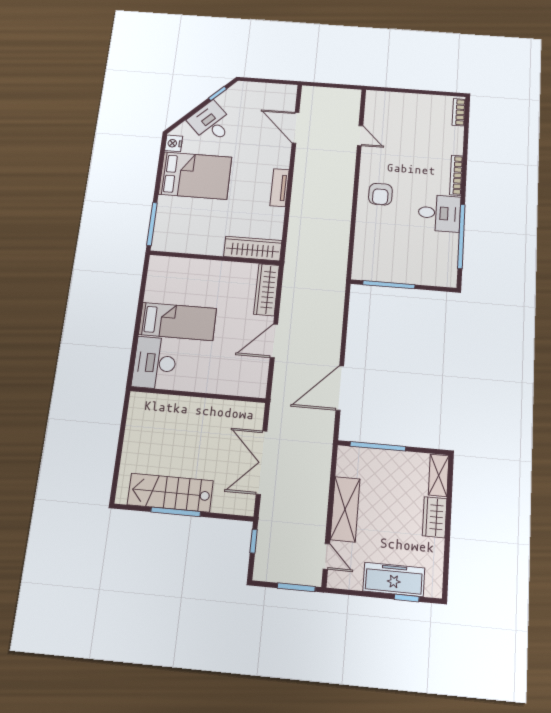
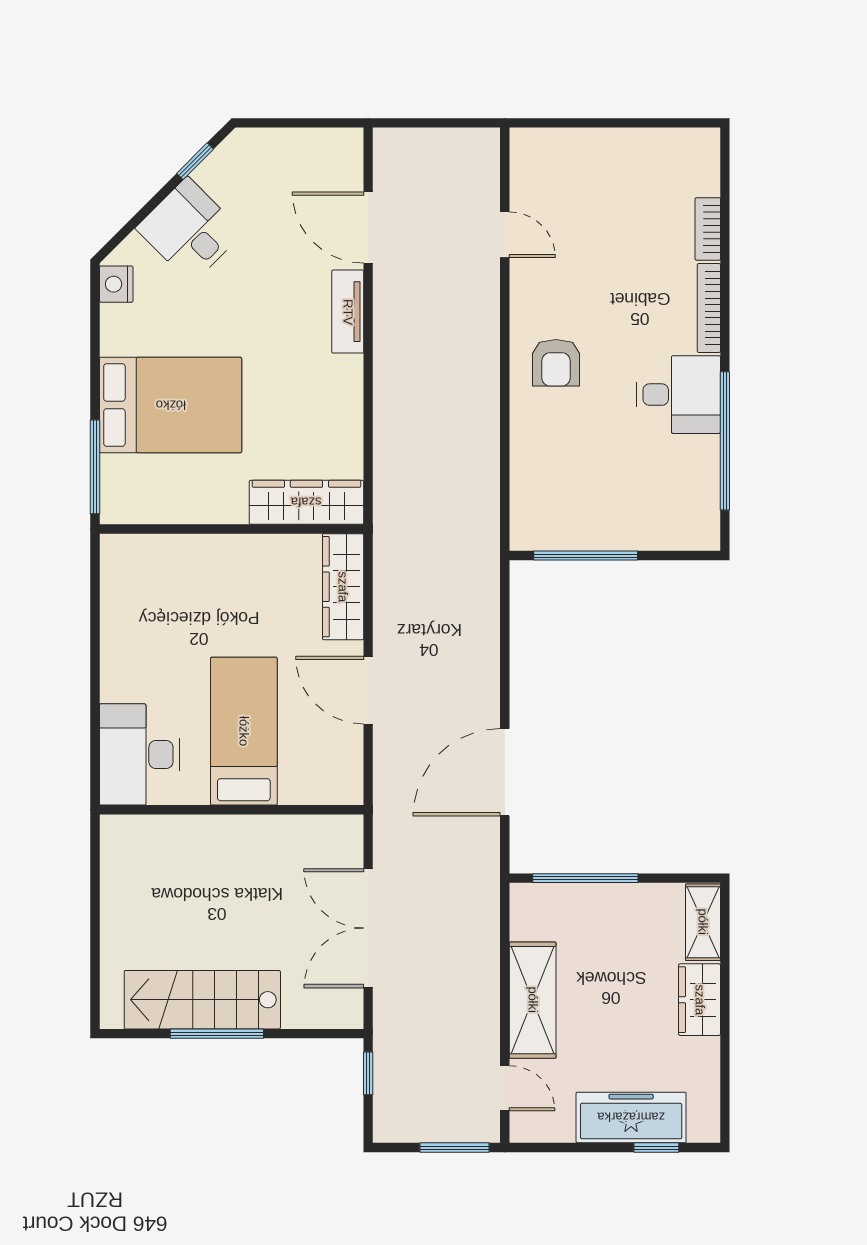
bookcase: (459, 112) -> (708, 229), moved
bed: (195, 176) -> (171, 405), moved
tv unit: (280, 188) -> (348, 312), moved
bed: (177, 322) -> (244, 731), moved, turned -90
door: (274, 341) -> (368, 690), hinge flipped

